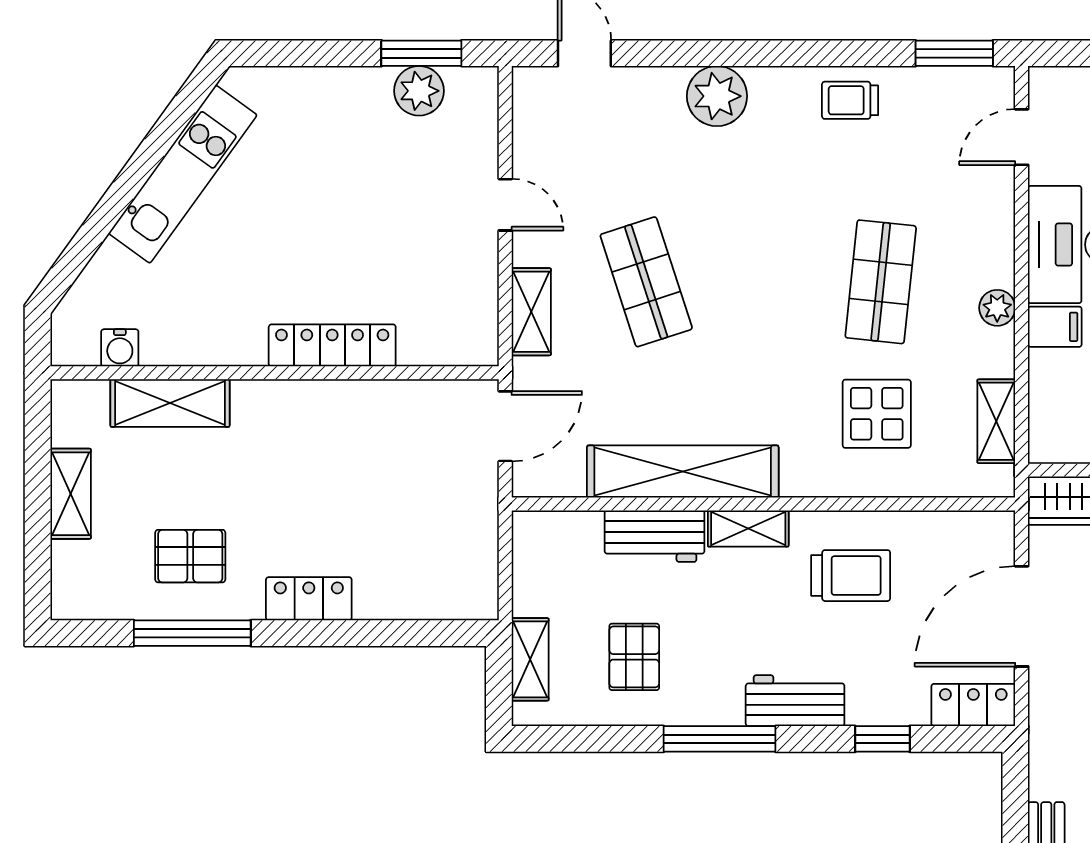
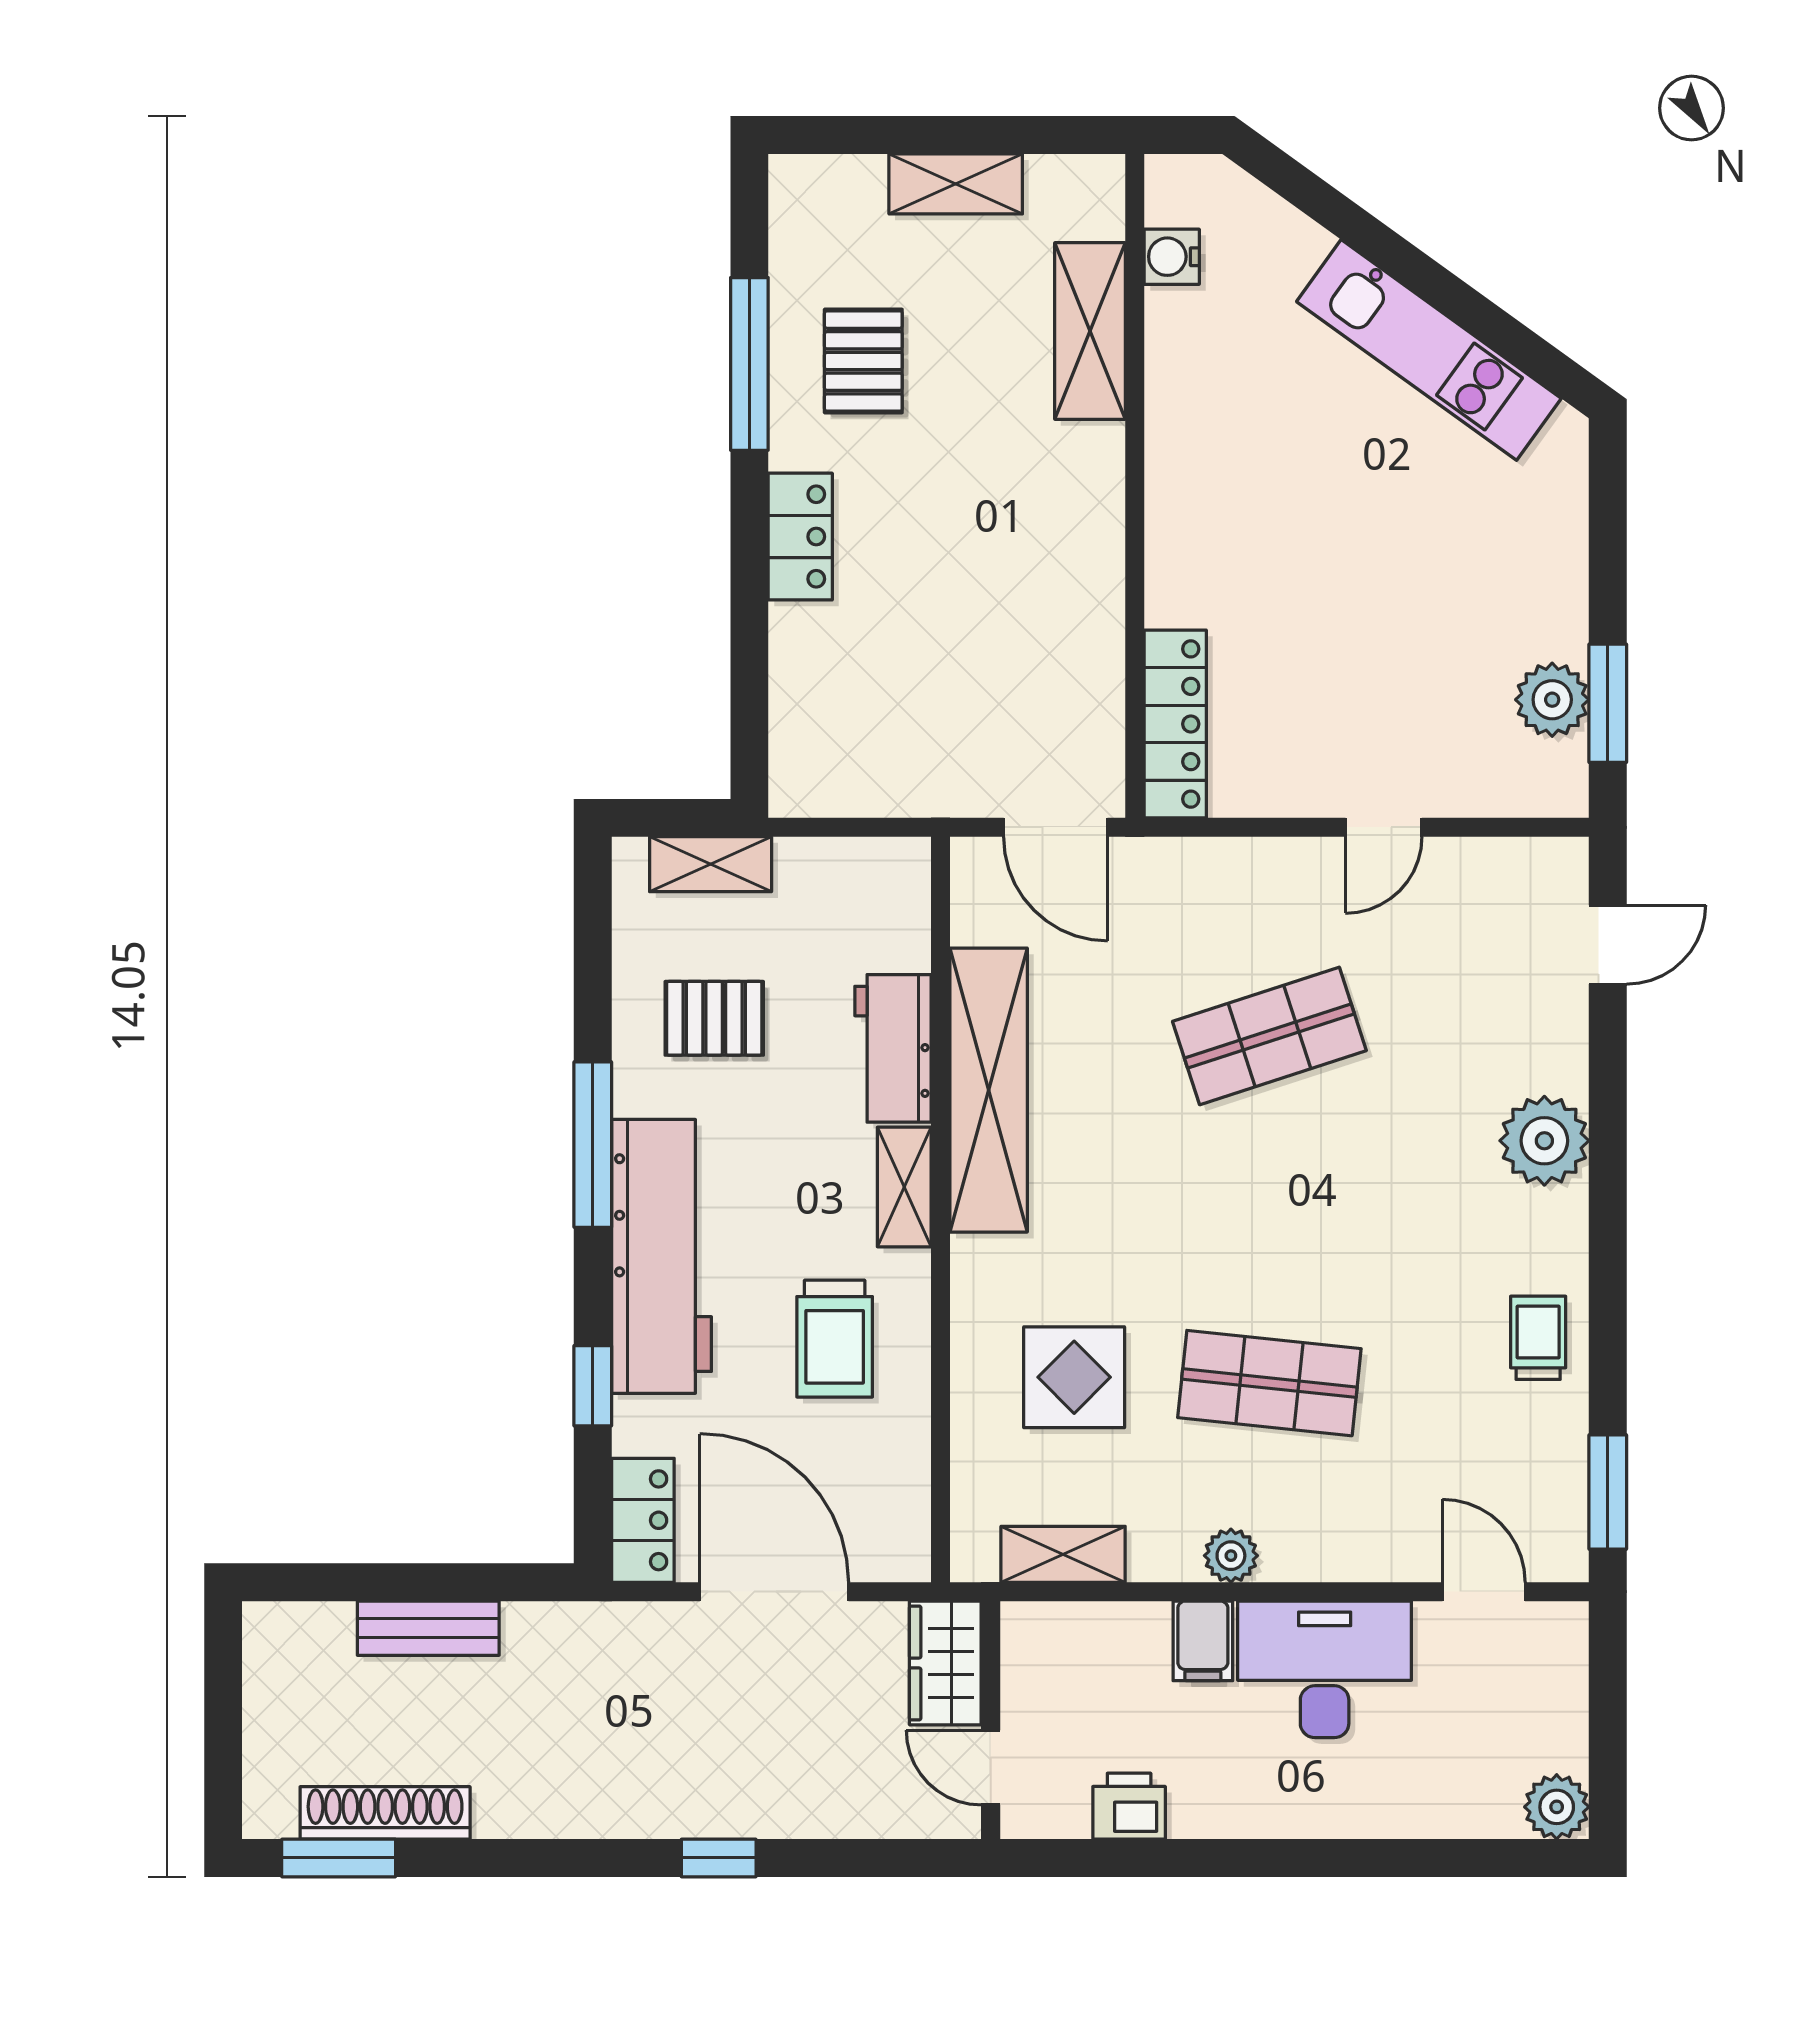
shelving: (531, 312) -> (1225, 866), removed
locker: (332, 345) -> (1175, 724), moved
workbench: (795, 701) -> (661, 1256), width x1.88, depth x1.32

